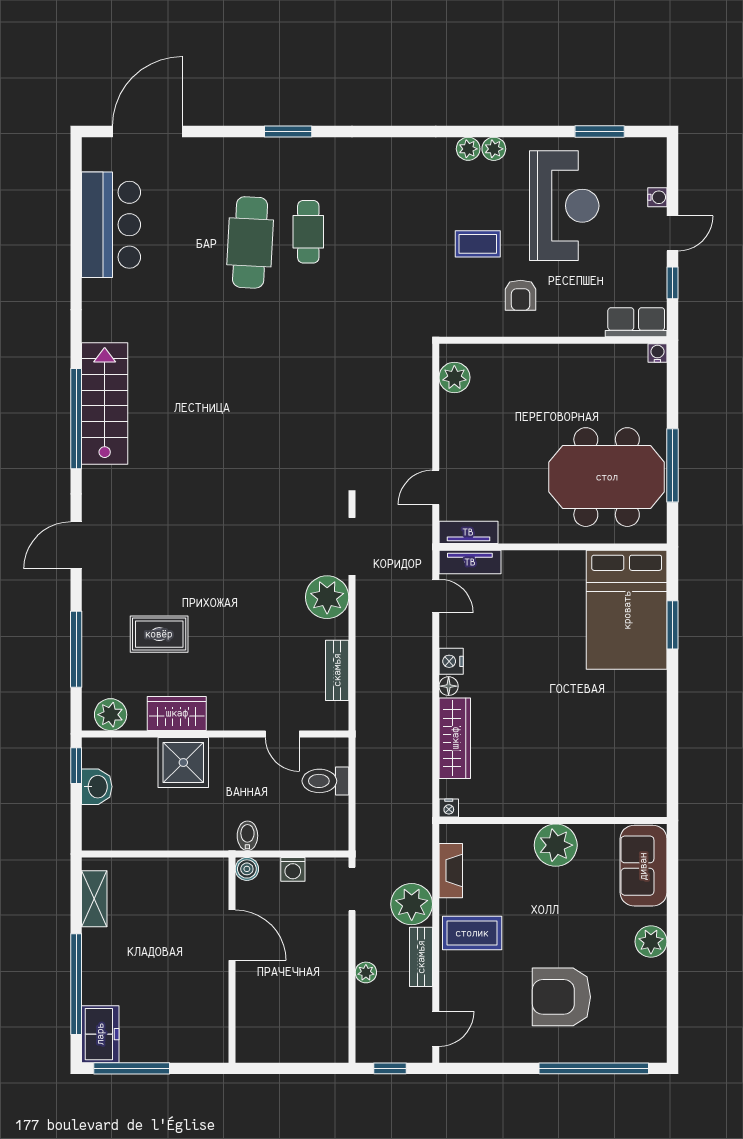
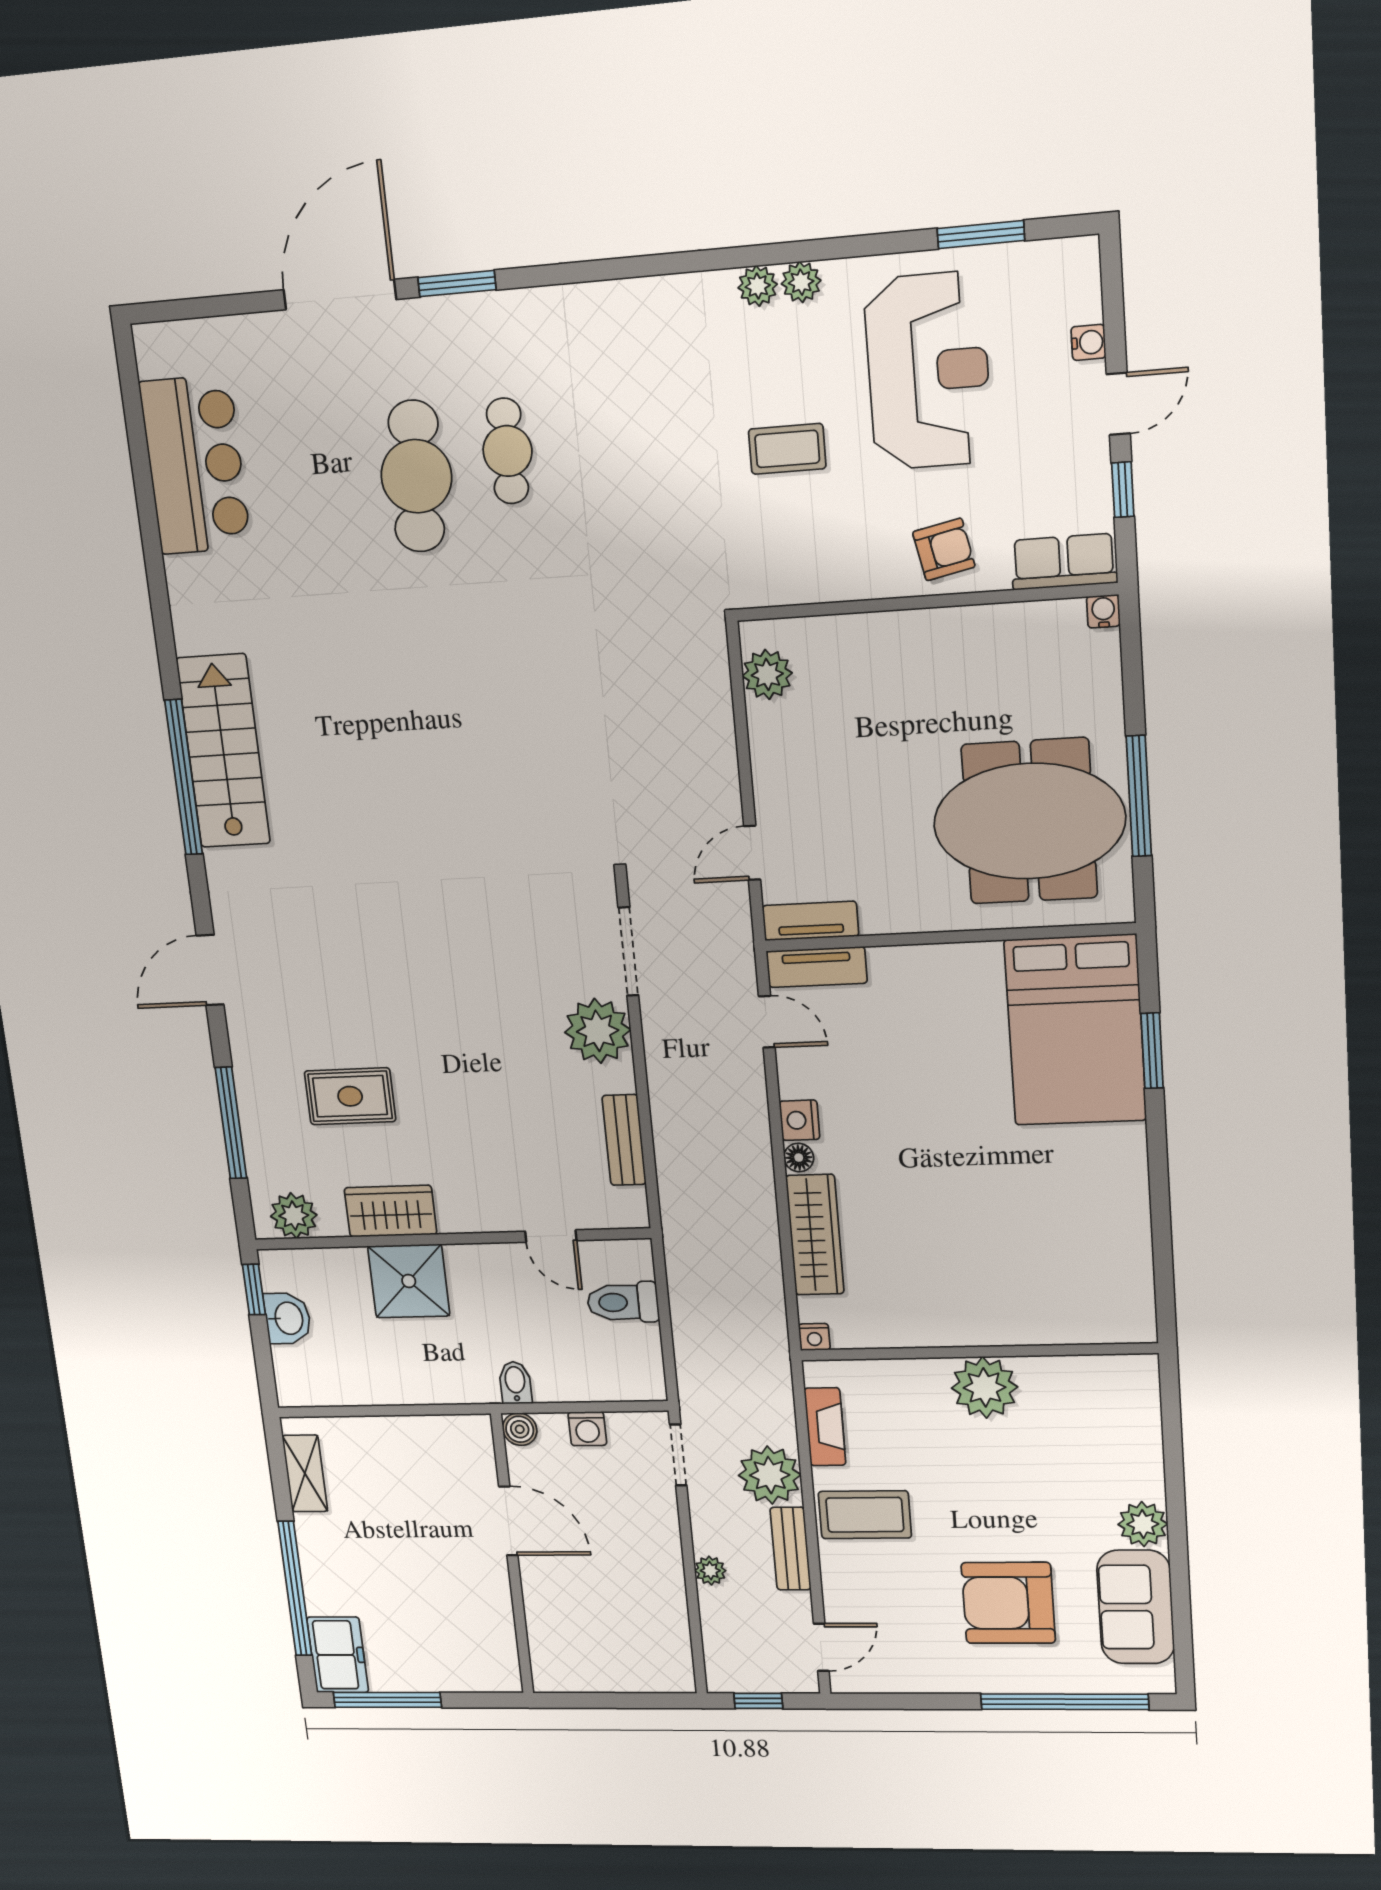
door: (147, 131) -> (340, 295), moved
armchair: (521, 295) -> (944, 549), moved, turned -102
sofa: (643, 866) -> (1136, 1607), moved

